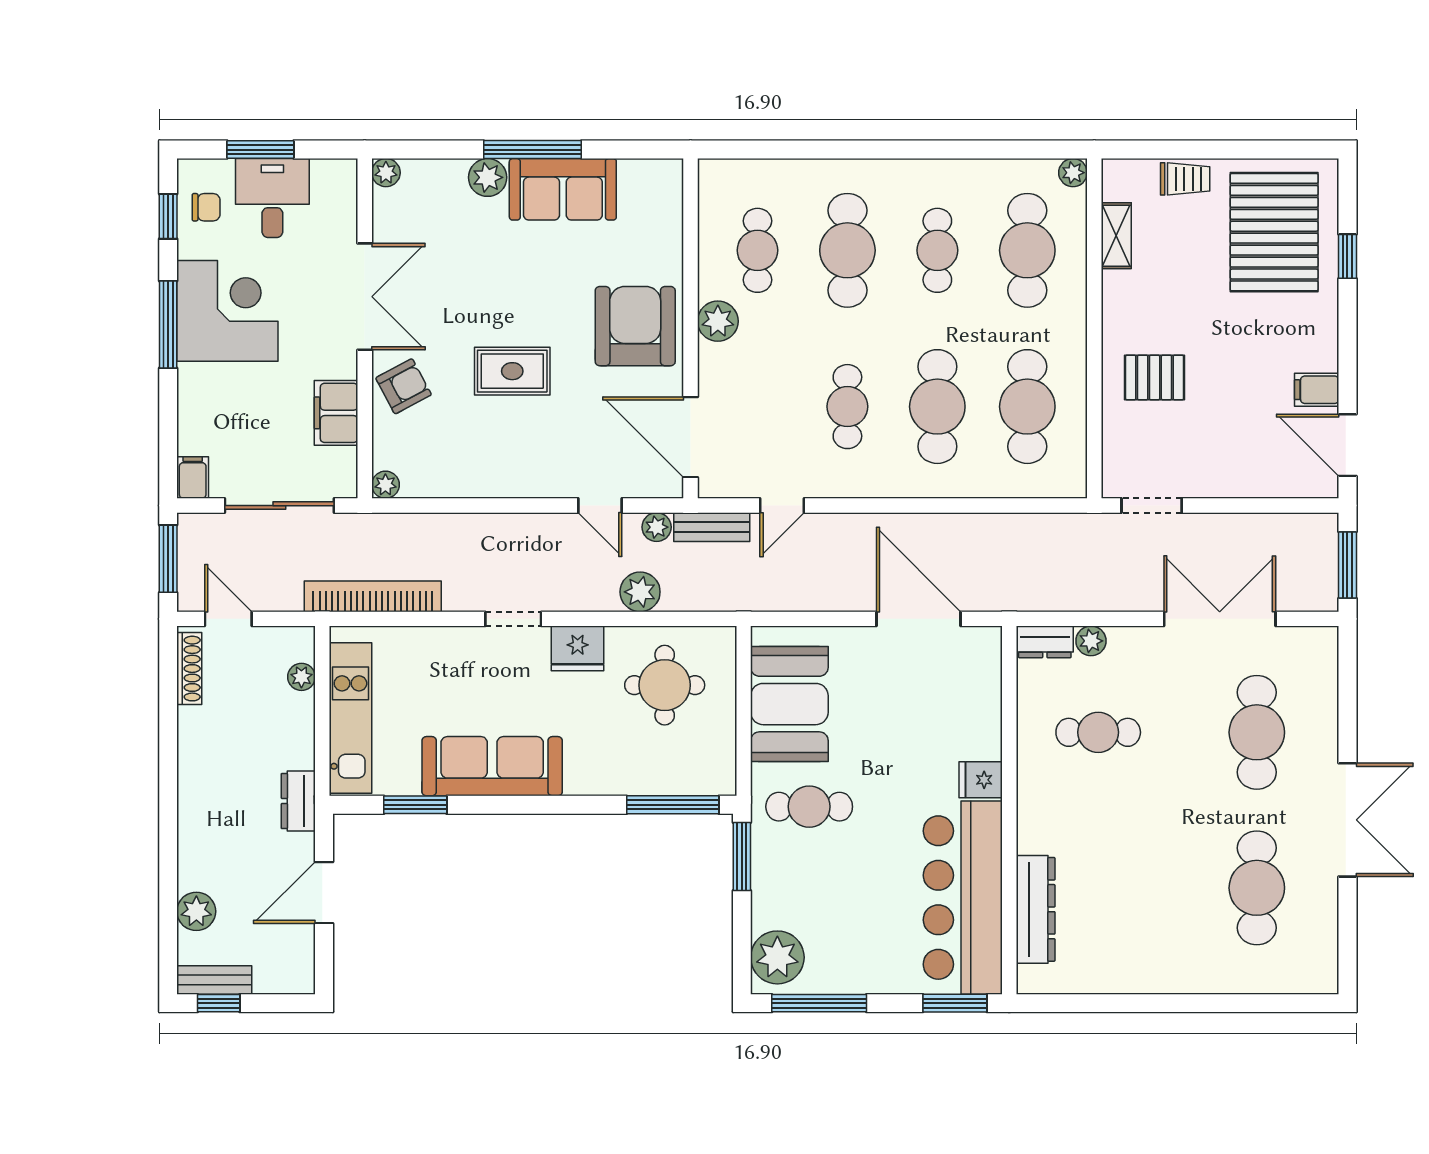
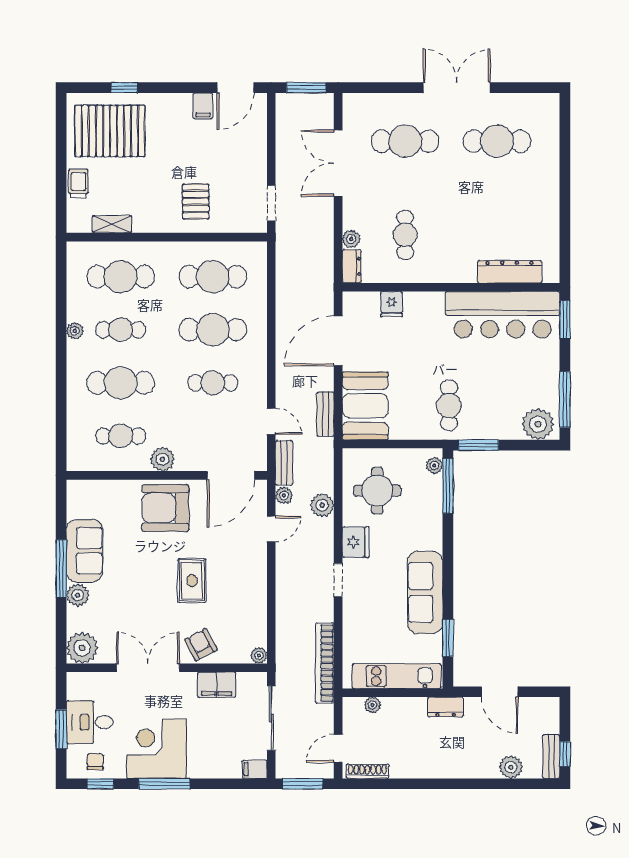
plant: (386, 173) -> (82, 648), width x1.88, depth x1.88
plant: (1073, 173) -> (75, 331), moved
bench: (794, 597) -> (325, 414), added
booth: (789, 704) -> (365, 406), moved, turned 90
fridge: (981, 780) -> (392, 304), moved
plant: (707, 782) -> (434, 465), added

